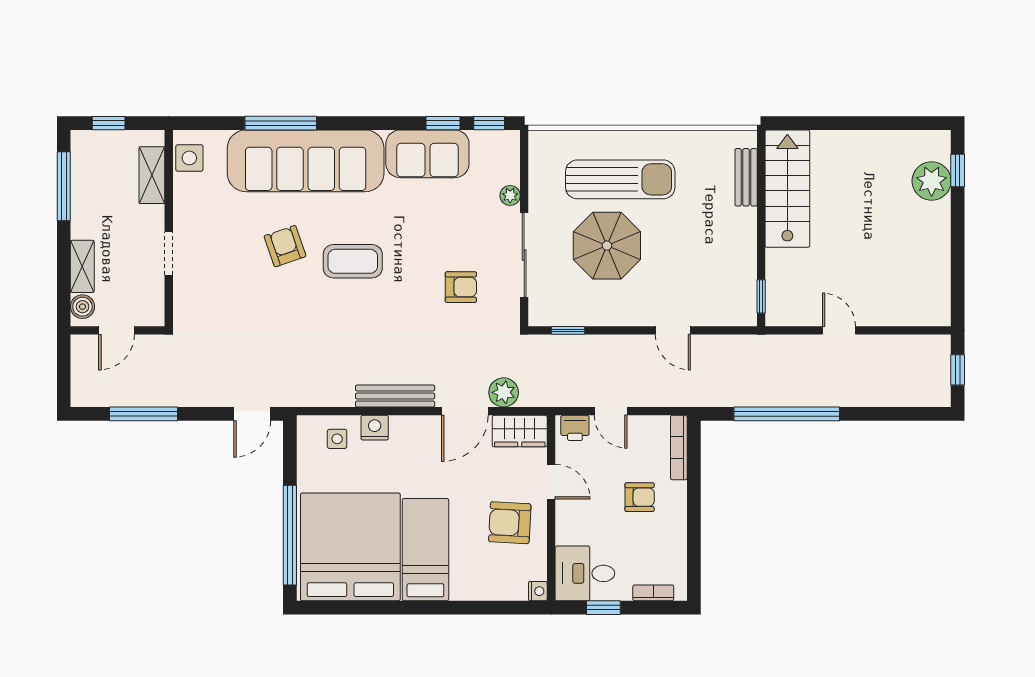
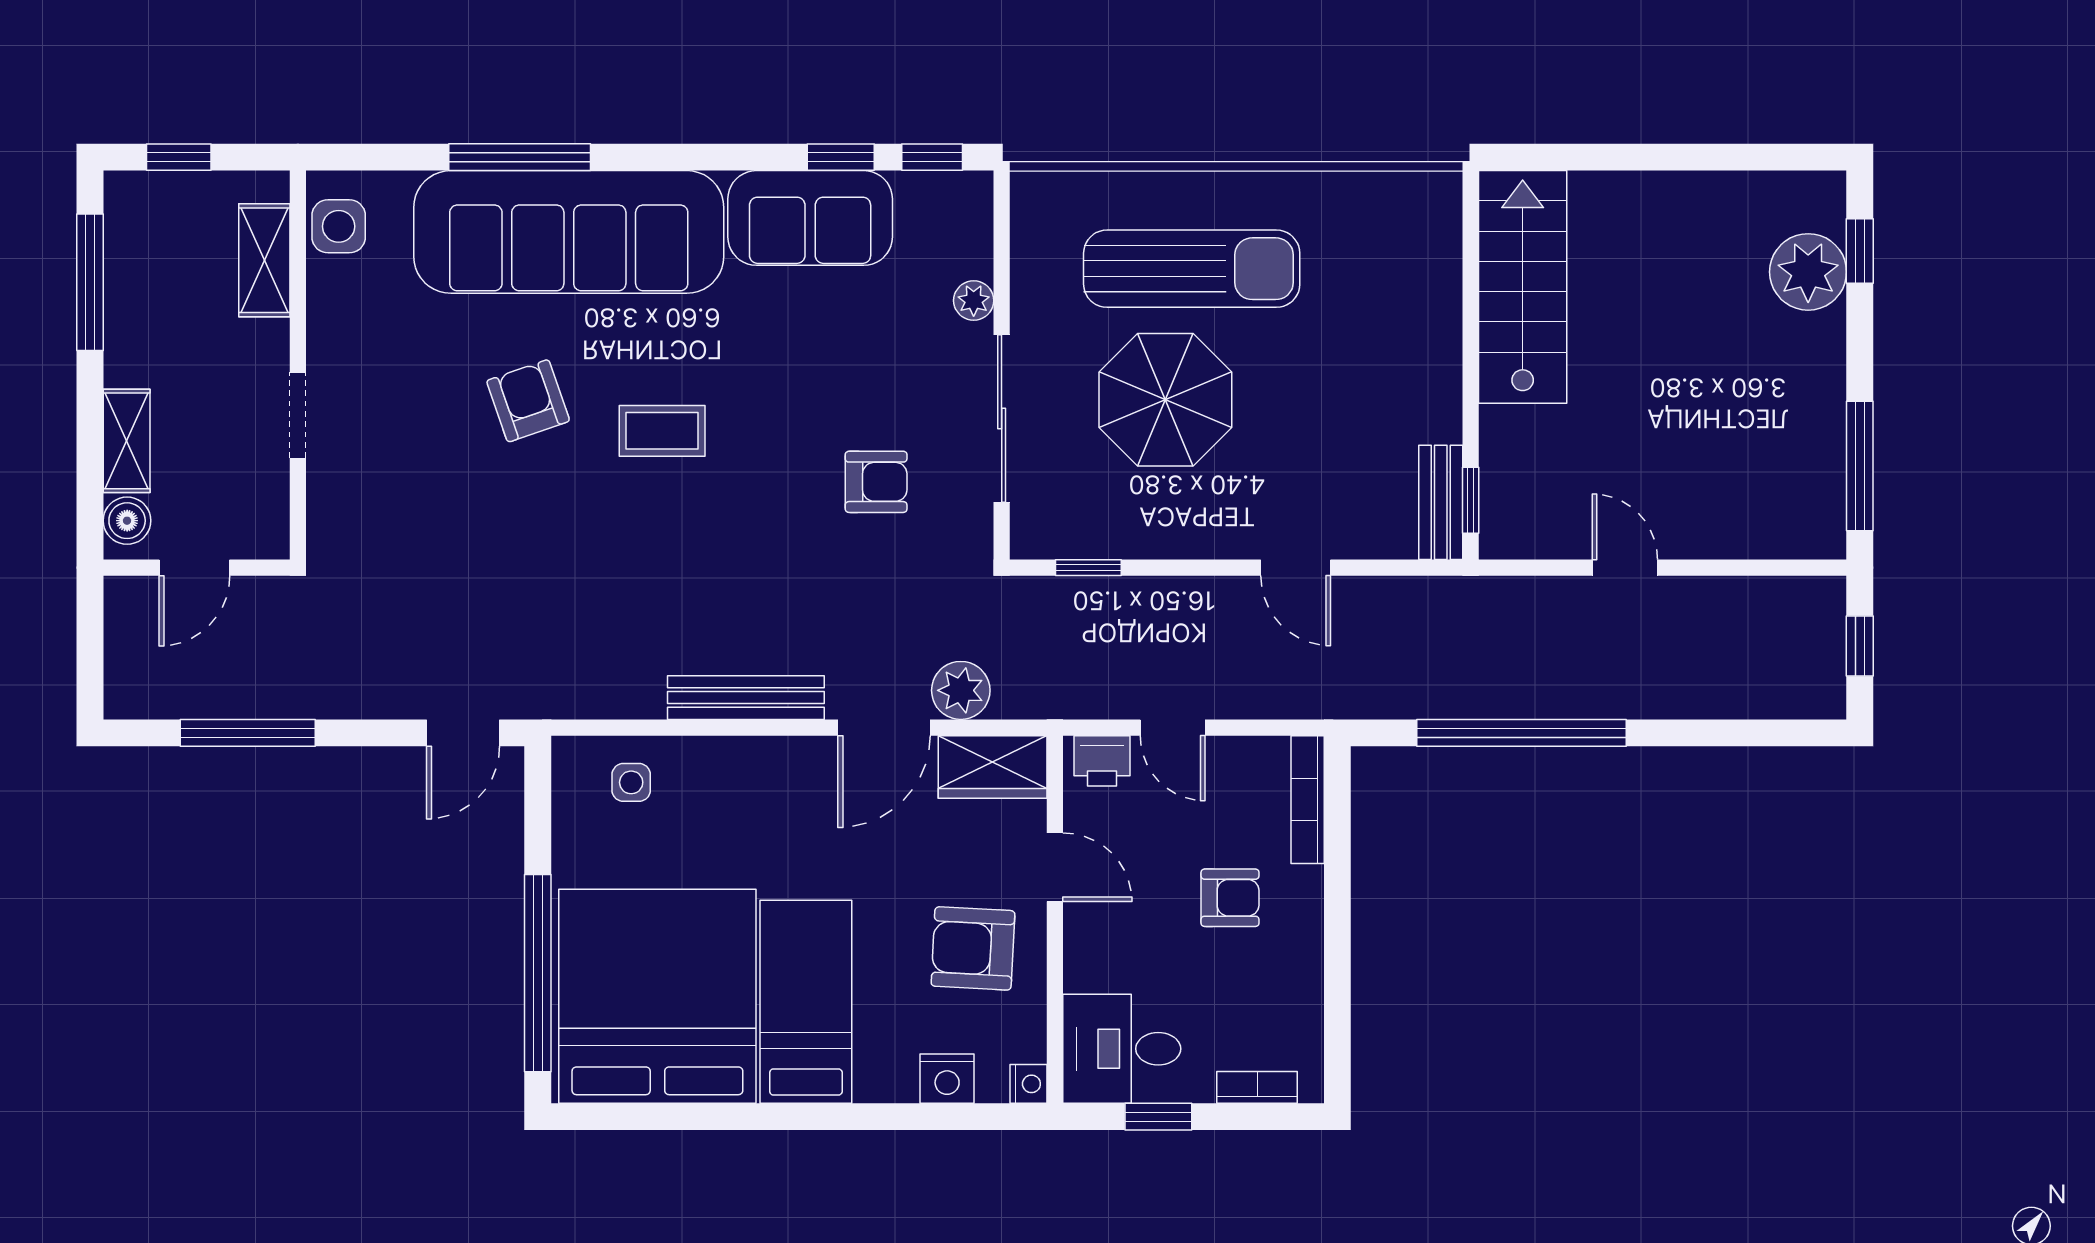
bench: (746, 177) -> (1441, 502), moved
coffee table: (353, 261) -> (662, 431), width x0.73, depth x0.77
window: (958, 279) -> (1860, 466), added
nightstand: (375, 428) -> (947, 1079), moved, turned 180

